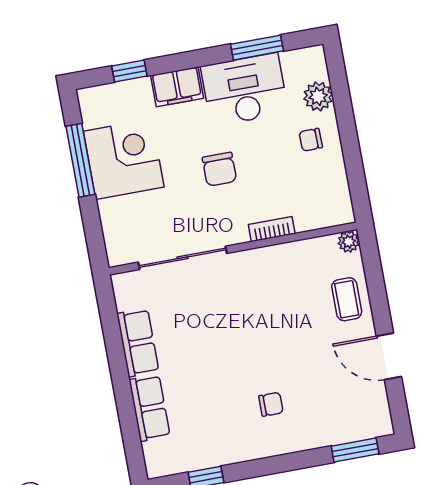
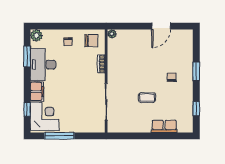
plant: (318, 96) -> (36, 35), moved
corner desk: (124, 159) -> (45, 116), moved, turned 90
chair: (219, 169) -> (91, 41), moved
coffee table: (347, 299) -> (147, 98), moved
row of seats: (138, 343) -> (137, 126), removed
window: (355, 450) -> (196, 71), moved

